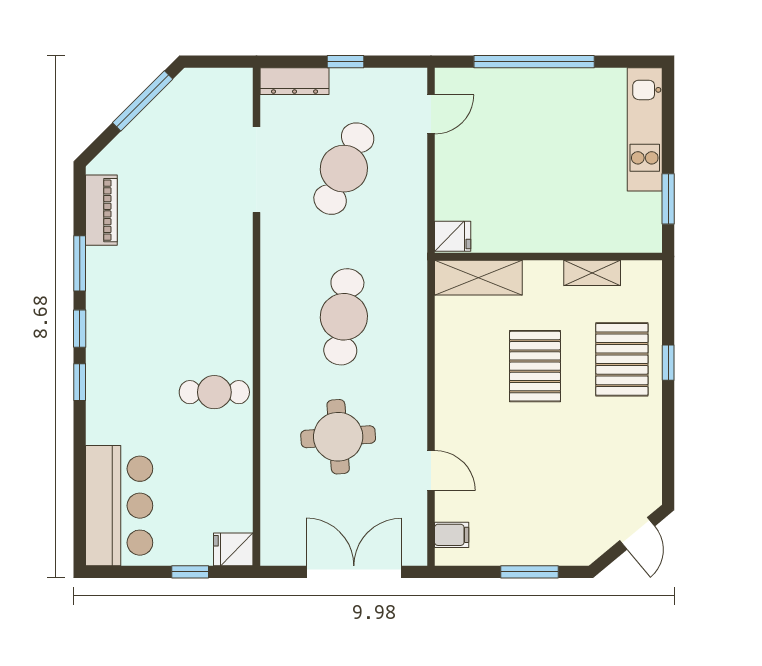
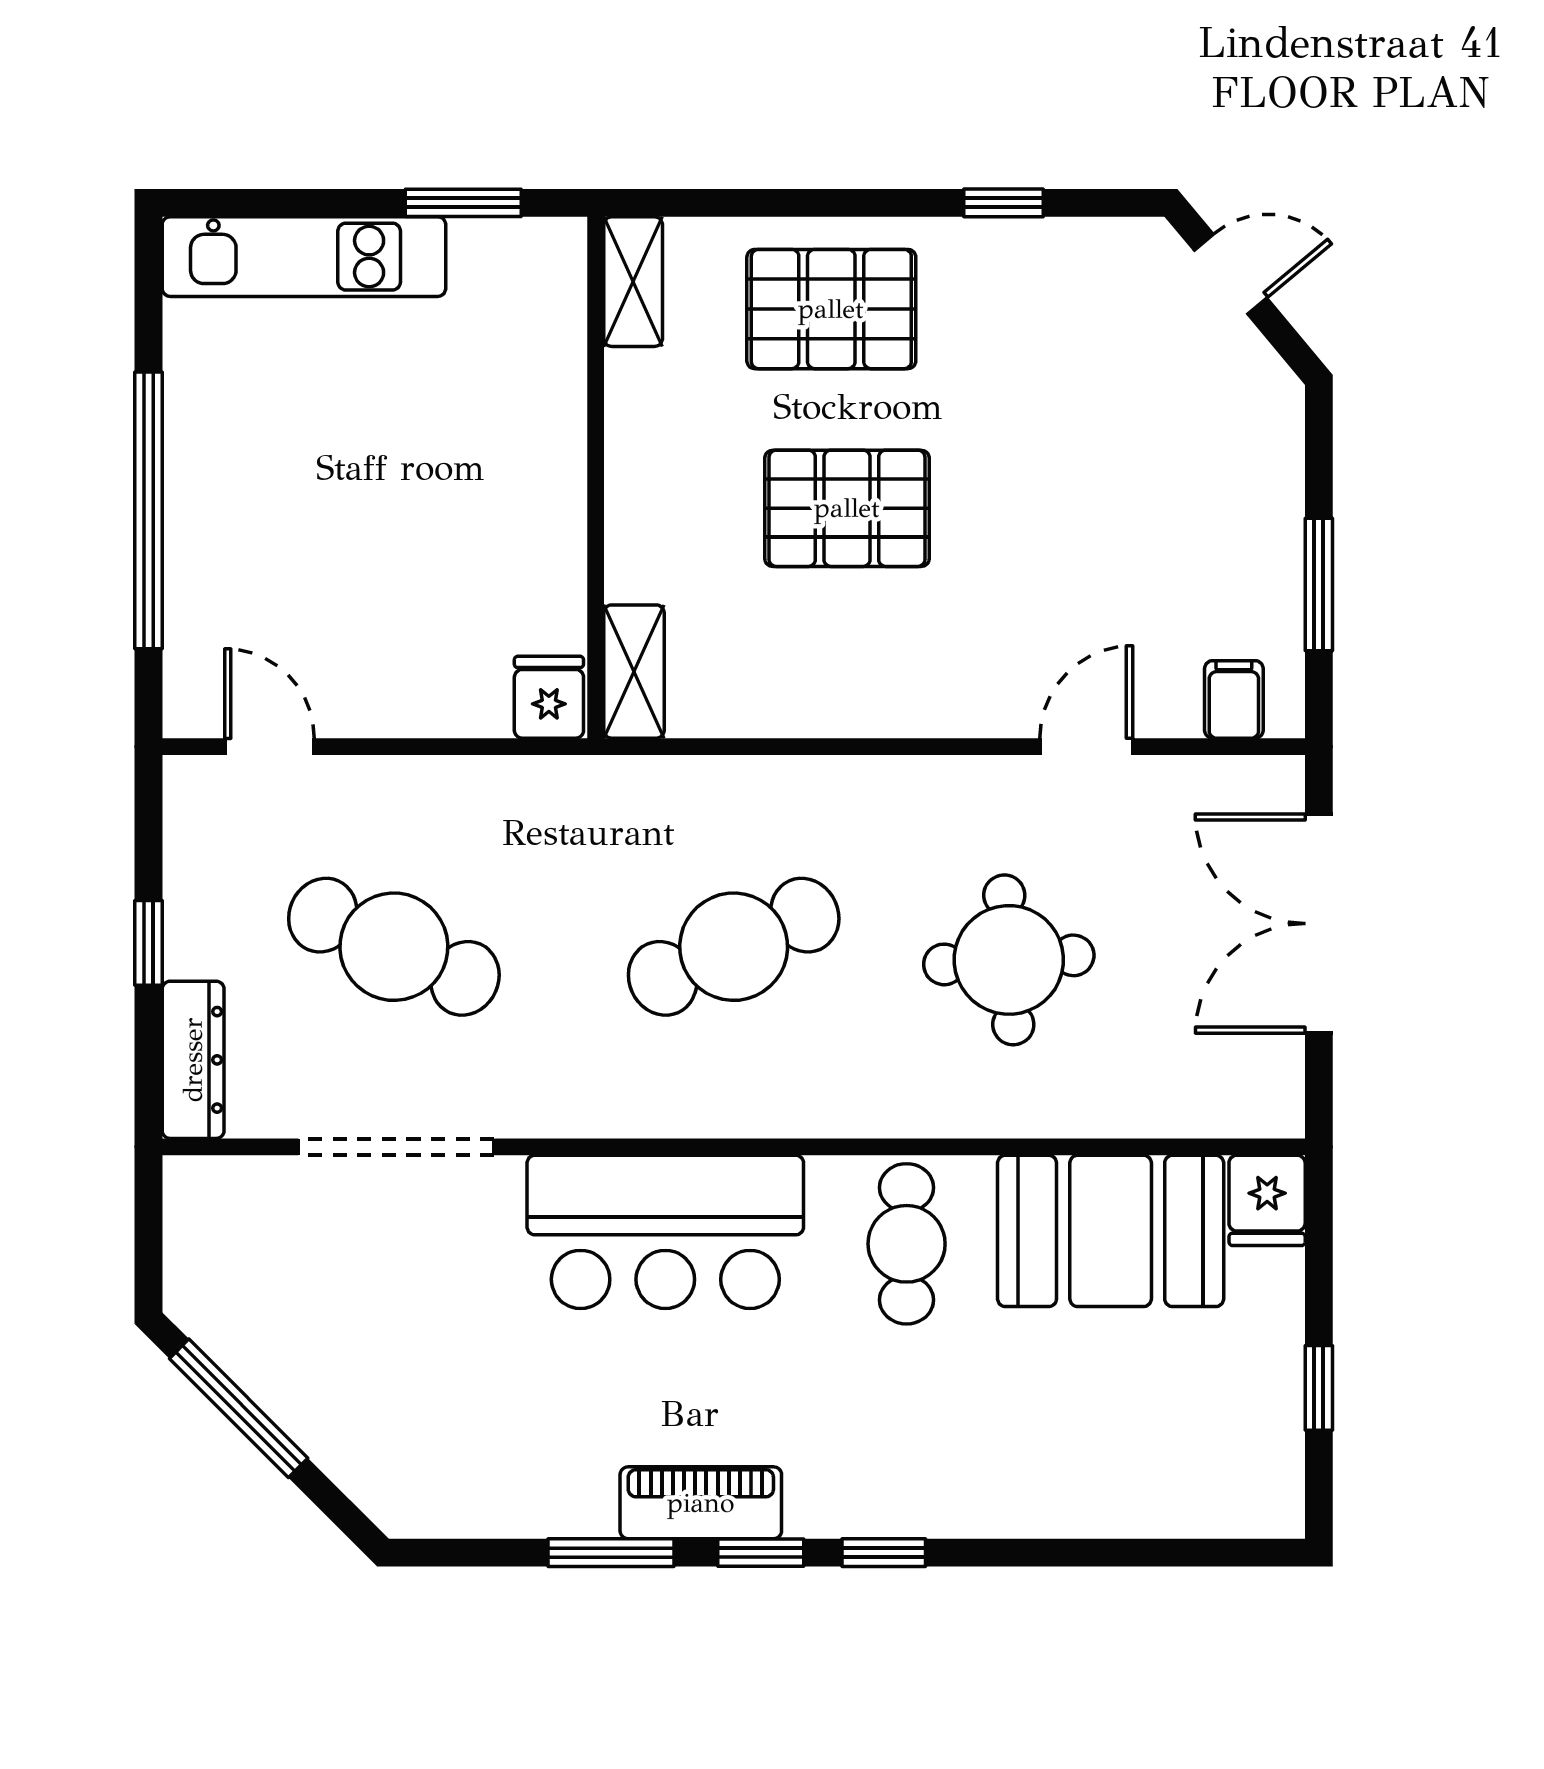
piano: (101, 210) -> (701, 1503), moved
shelving: (592, 273) -> (633, 282), moved
shelving: (478, 278) -> (634, 672), width x0.67, depth x0.75
cafe table: (344, 317) -> (734, 947), turned -30
window: (668, 363) -> (1004, 203), moved
booth: (220, 481) -> (1111, 1231), added
bar counter: (119, 506) -> (665, 1232), moved, turned 180
window: (190, 572) -> (1319, 1388), moved
window: (529, 572) -> (1319, 585), moved

